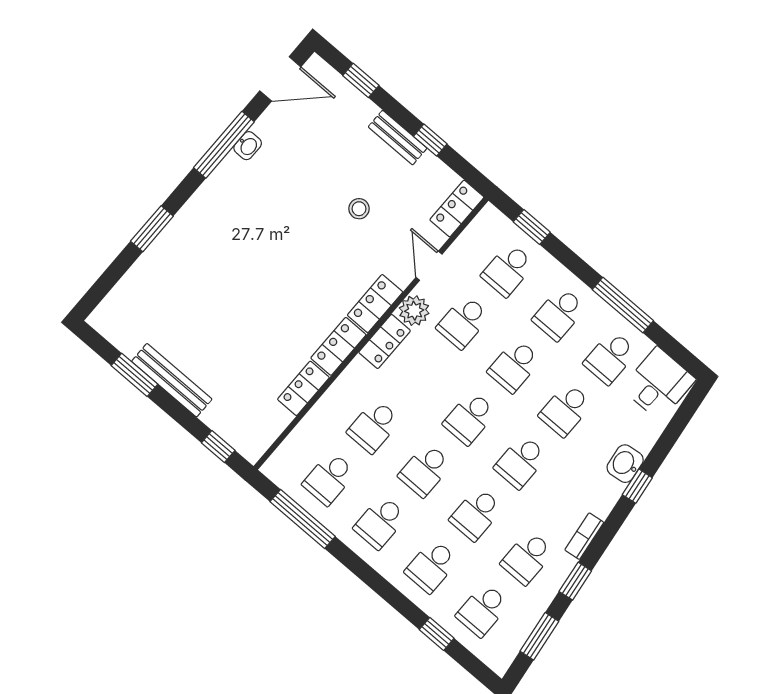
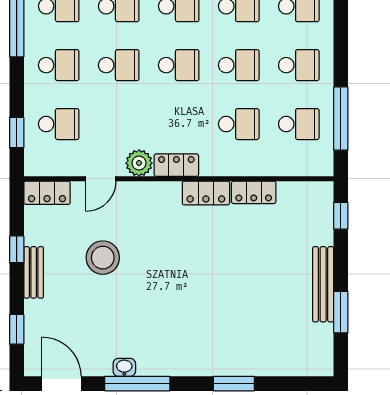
stool: (359, 209) -> (103, 258), width x1.89, depth x1.89
locker: (375, 304) -> (157, 193), removed
school desk: (463, 322) -> (119, 124), removed

